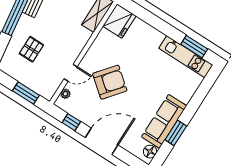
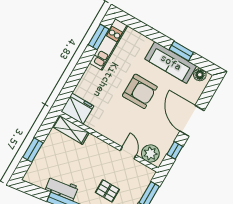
armchair: (110, 82) -> (140, 91), moved, turned 141
plant: (65, 94) -> (150, 154), width x1.87, depth x1.87

